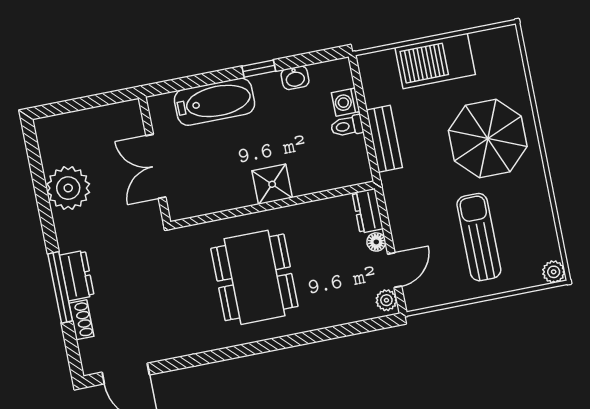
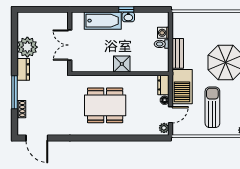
barbecue: (435, 61) -> (182, 87), moved, turned -90
washbasin: (295, 78) -> (128, 17), moved
dresser: (77, 275) -> (23, 69), moved
dining table: (254, 277) -> (105, 105), turned 90

